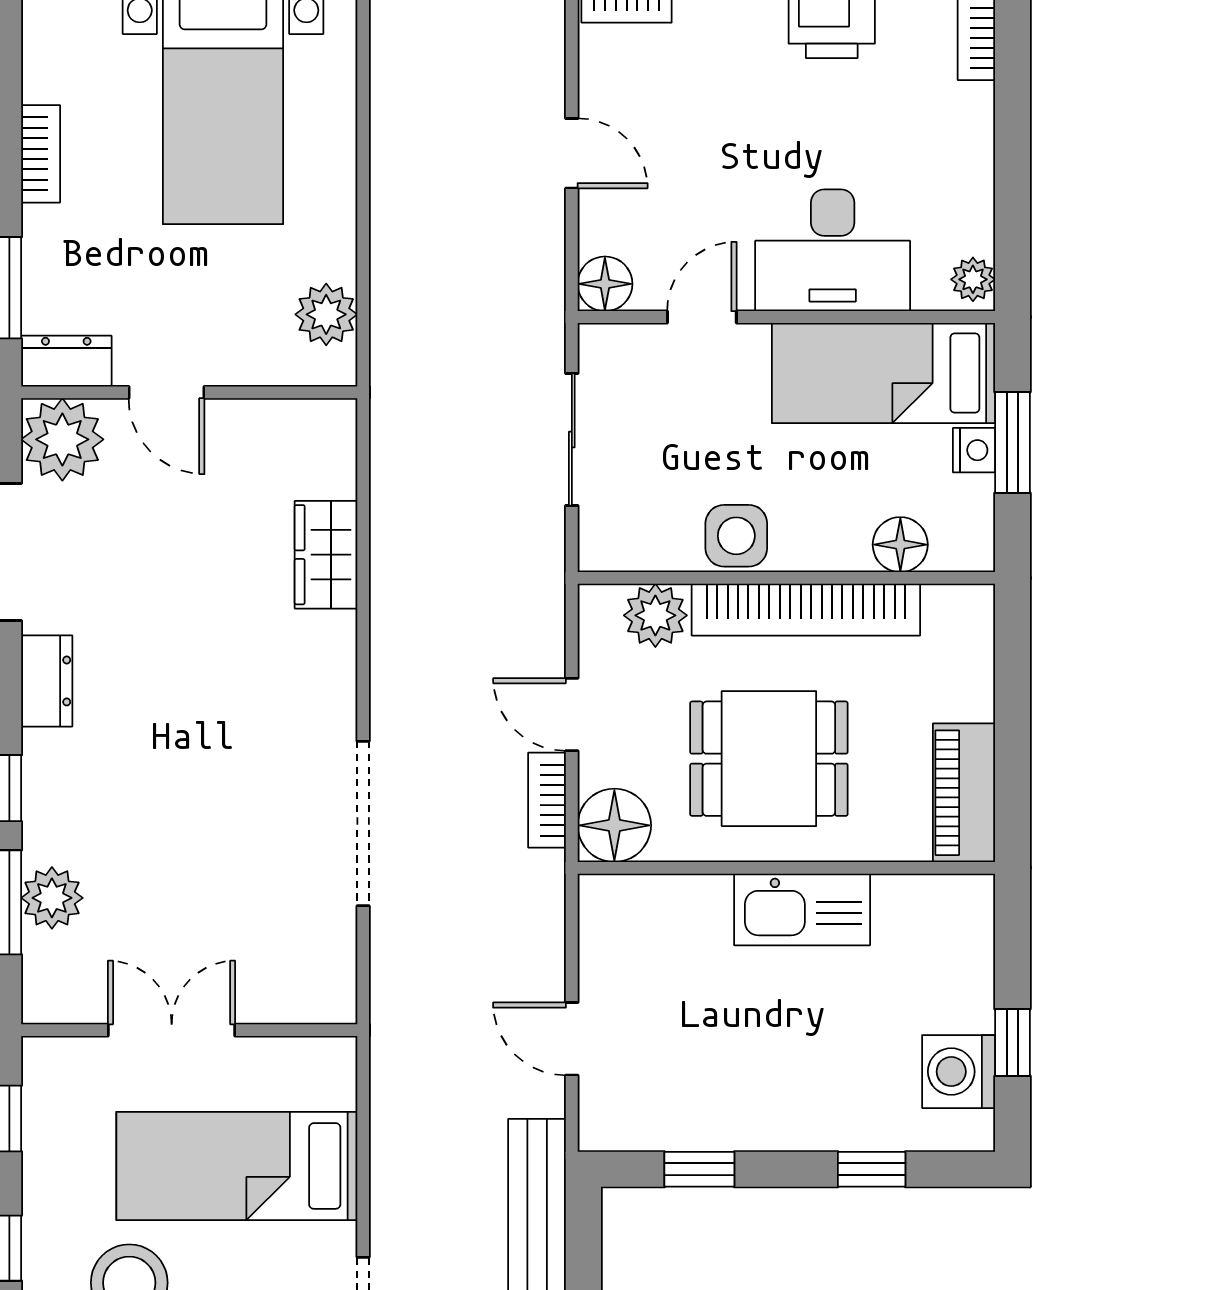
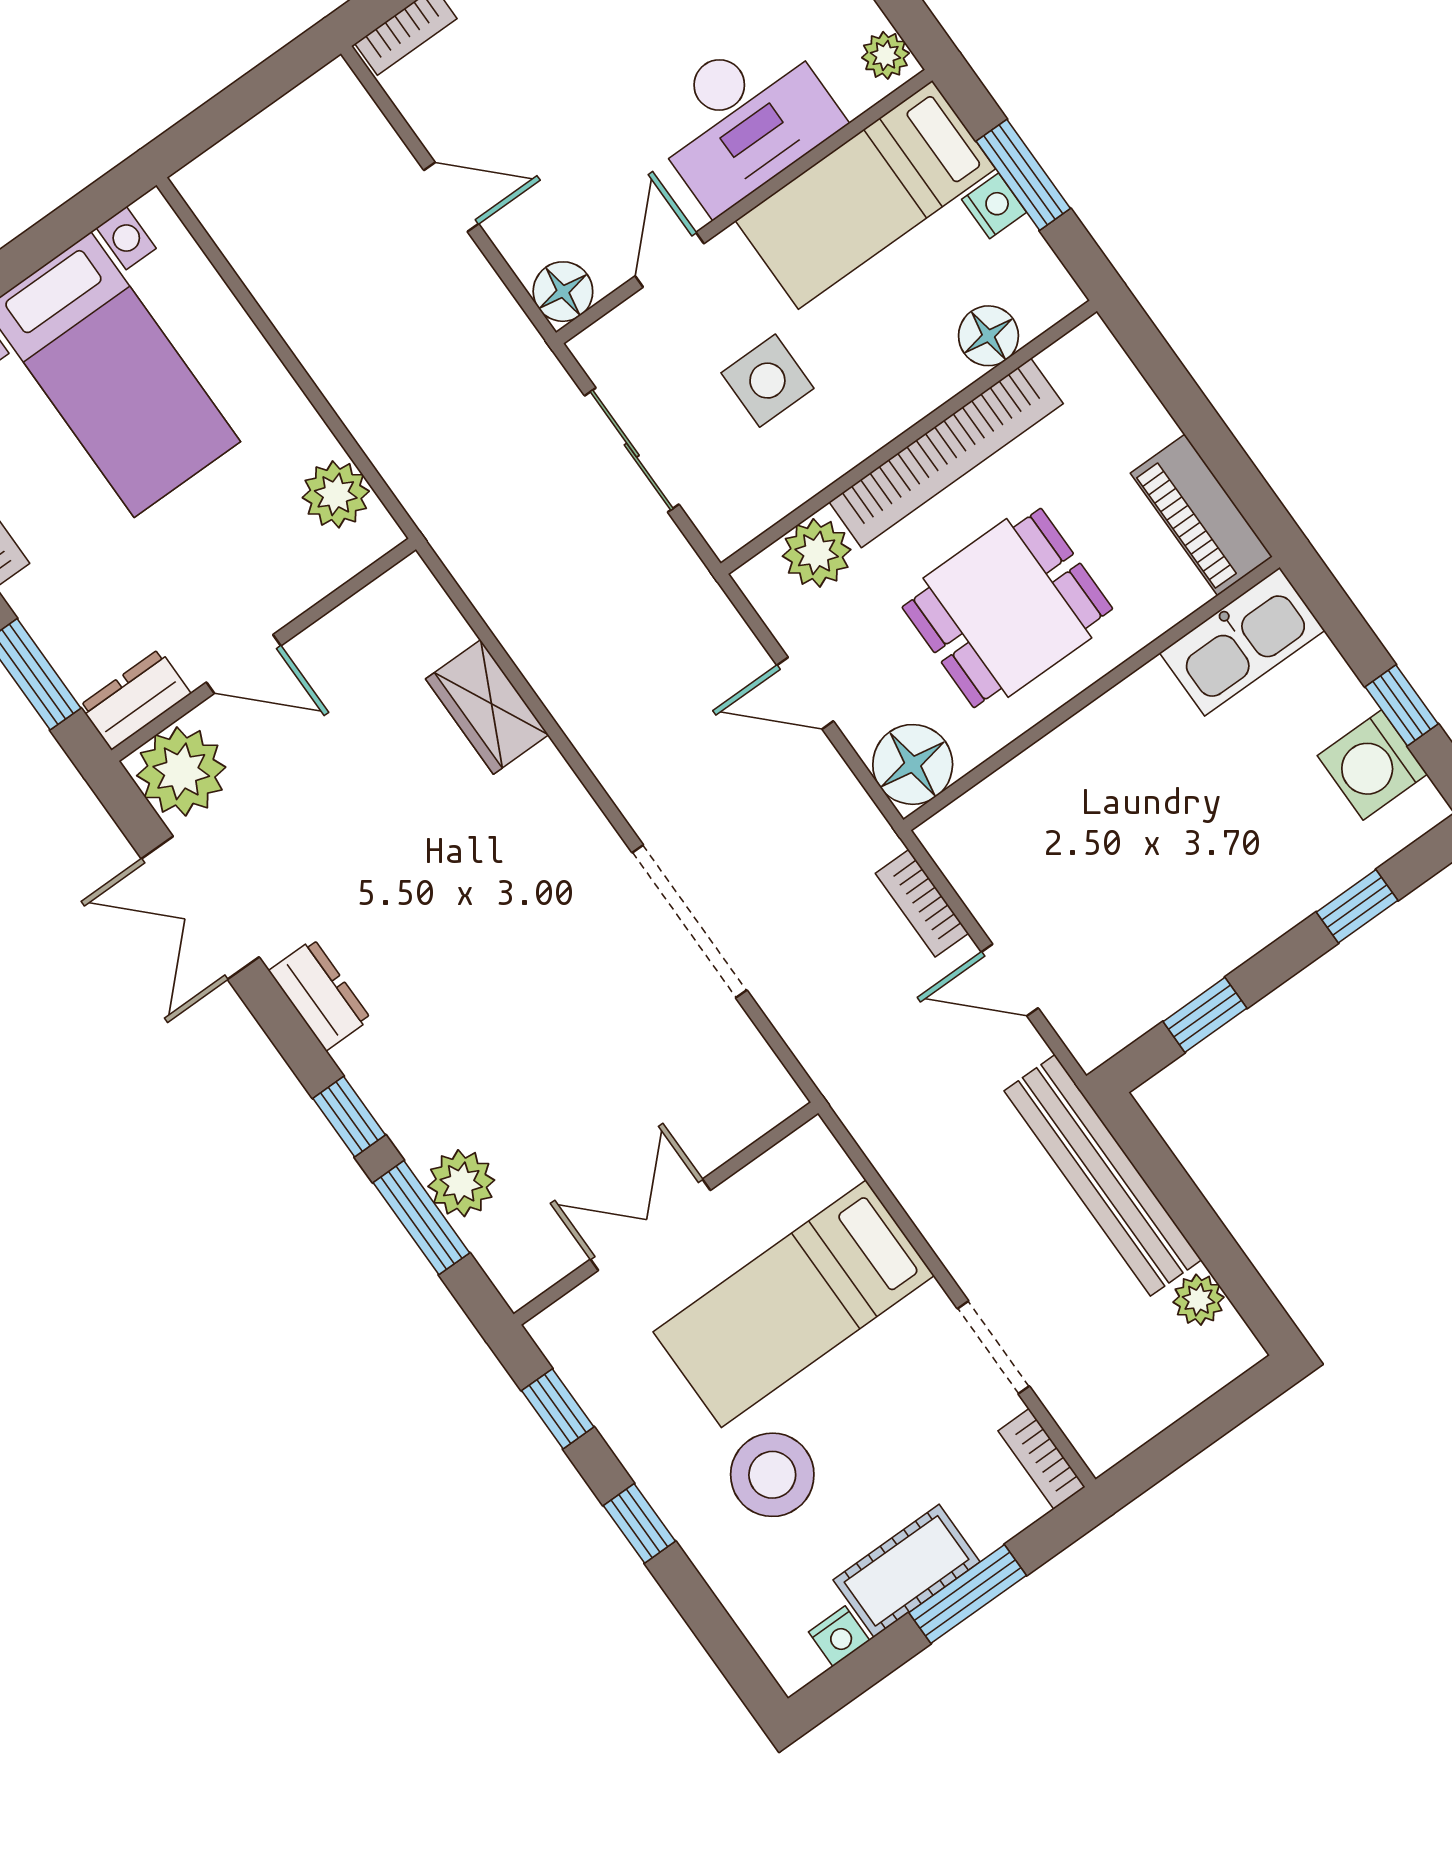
side table: (736, 536) -> (767, 381), moved
bookcase: (547, 800) -> (922, 903), moved
kitchen sink: (802, 909) -> (1242, 642), moved

